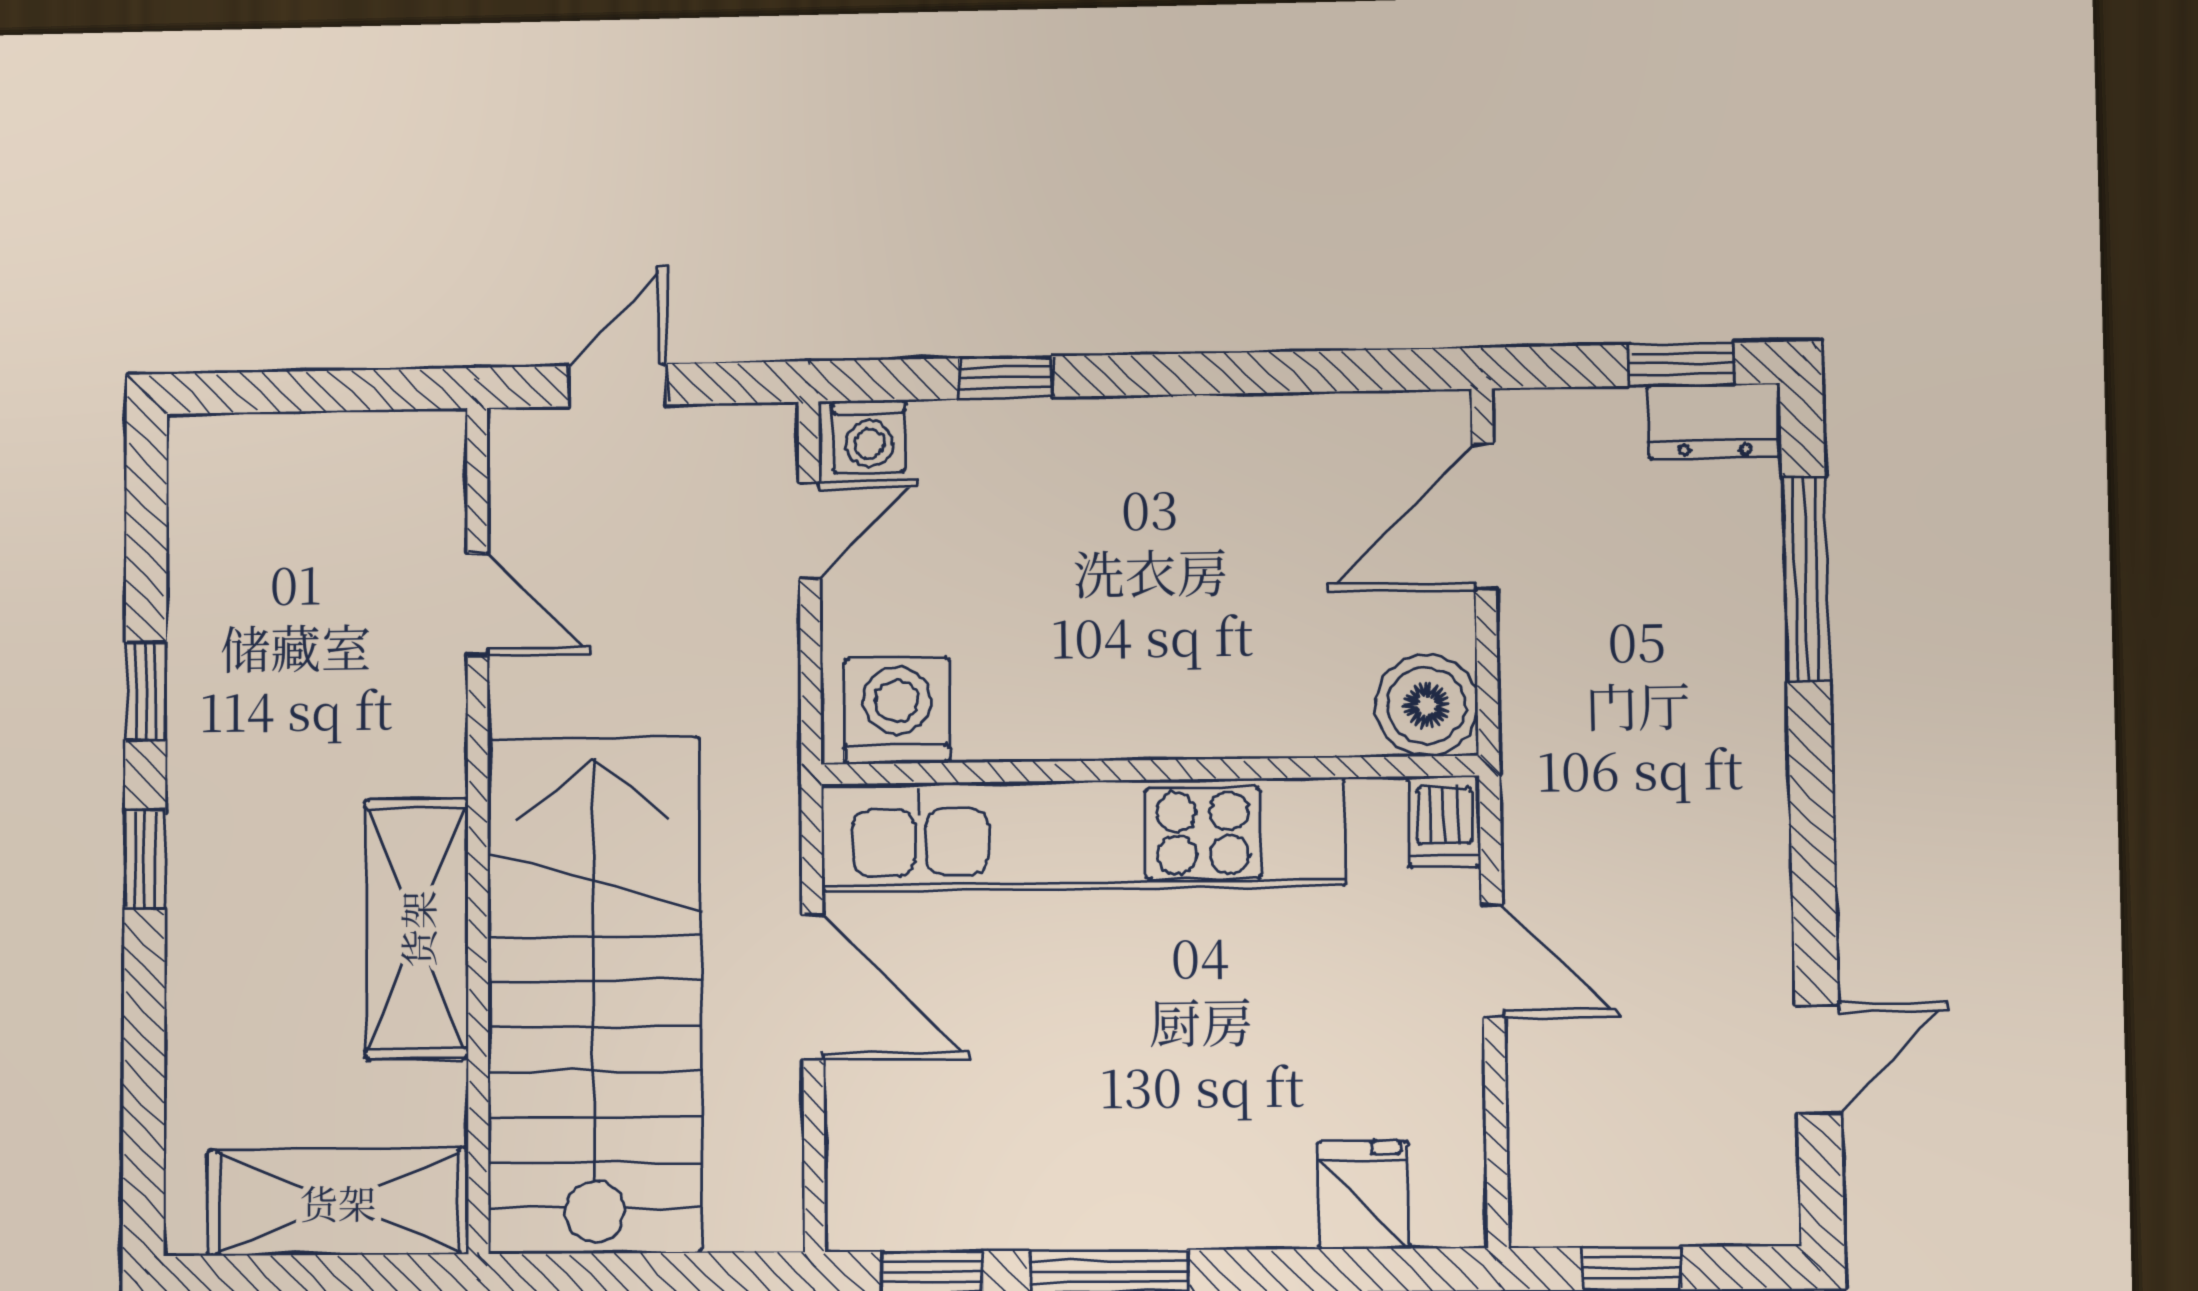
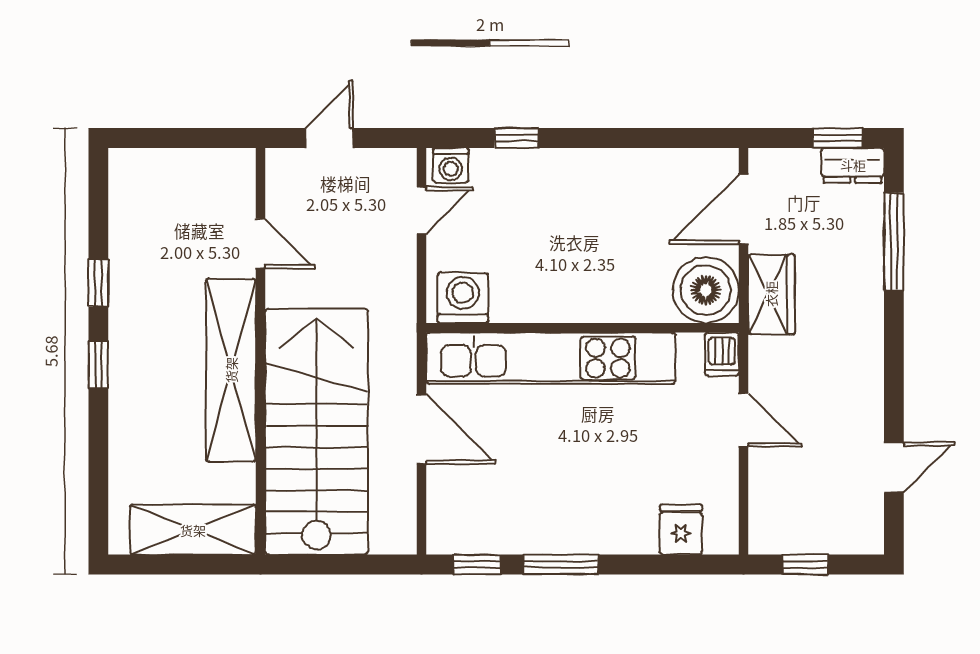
wardrobe: (1547, 694) -> (771, 294), added
boiler: (1427, 705) -> (706, 290), width x1.37, depth x1.37
shelving: (417, 929) -> (231, 370), width x1.47

